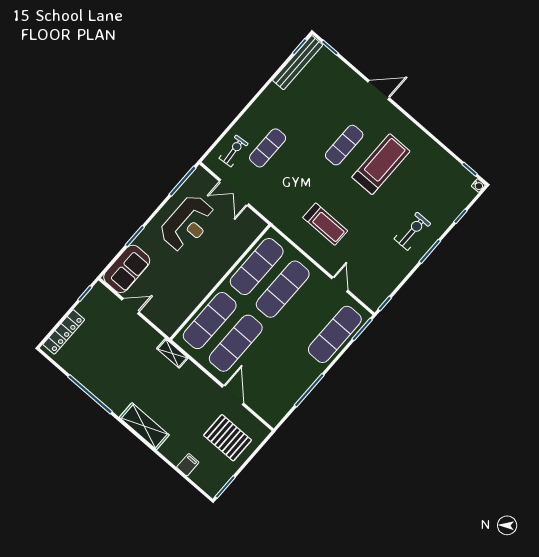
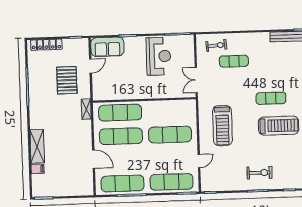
double door: (234, 193) -> (196, 80), moved
reception desk: (188, 224) -> (158, 56), turned -90
treadmill: (325, 224) -> (222, 126), width x1.37, depth x1.38
exercise mat: (257, 267) -> (122, 183), moved
door: (130, 306) -> (90, 66), hinge flipped
door: (233, 395) -> (94, 159), hinge flipped
shelving: (144, 426) -> (37, 146), moved
pallet: (228, 438) -> (67, 80), moved

